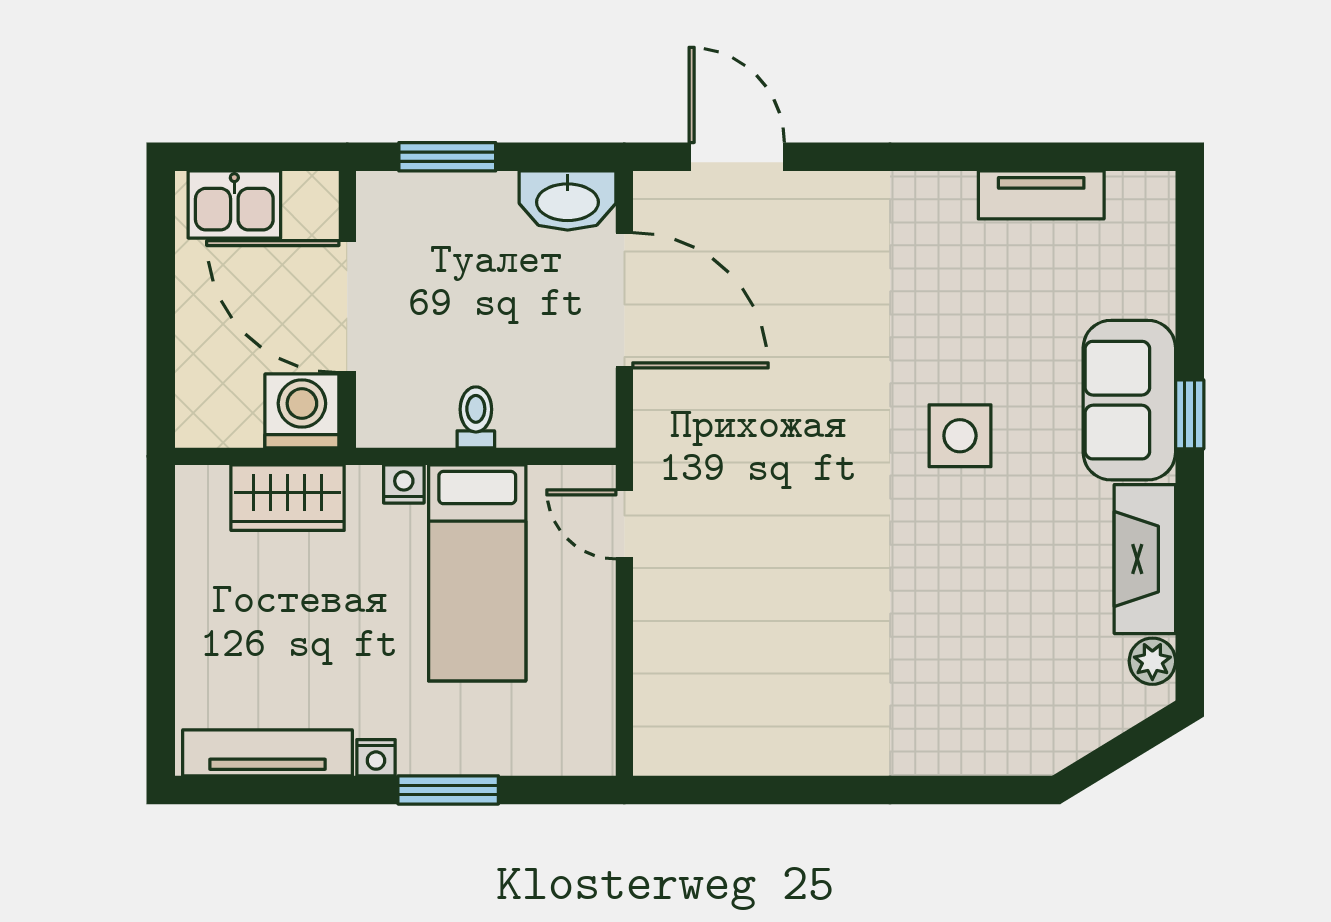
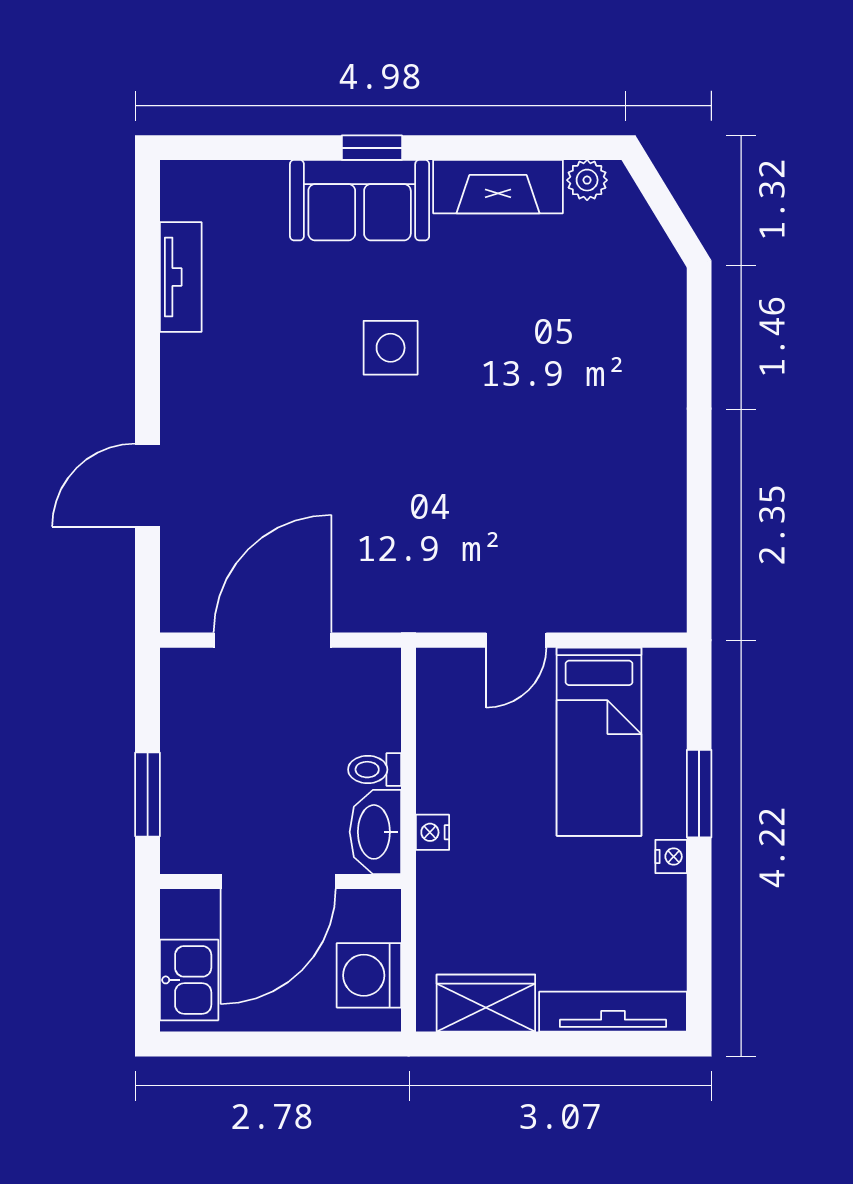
door: (737, 157) -> (148, 485), moved
washbasin: (568, 200) -> (375, 832), moved, turned 180
washing machine: (302, 411) -> (369, 975), moved
wardrobe: (288, 498) -> (486, 1003), moved, turned -90
door: (624, 524) -> (516, 640), moved
bed: (477, 573) -> (599, 742), moved, turned 90
tv unit: (267, 753) -> (613, 1012), moved, turned 90

